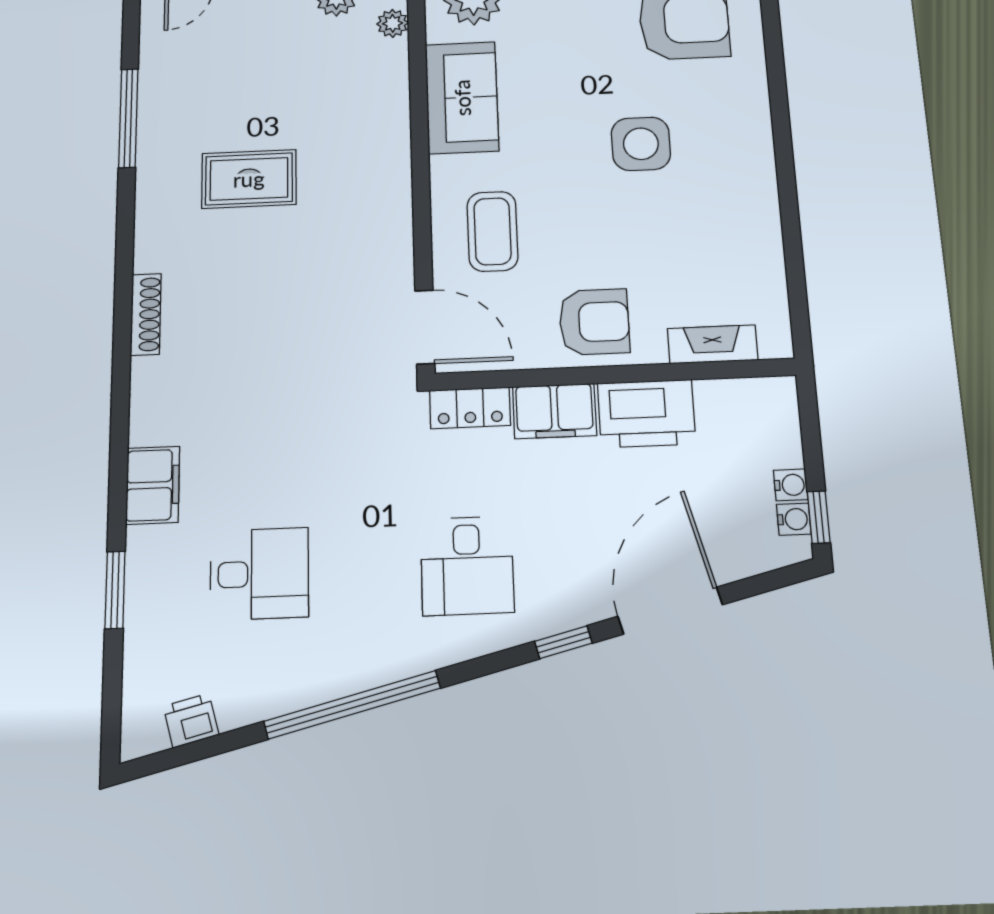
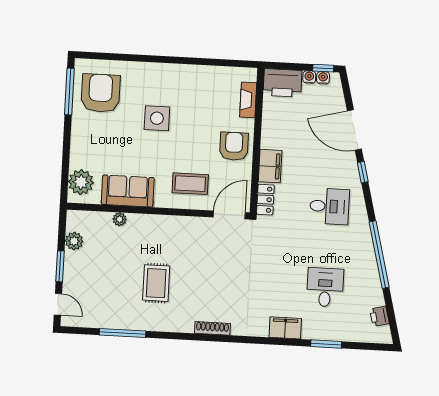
plant: (393, 23) -> (120, 219), moved
printer: (646, 414) -> (282, 83), moved, turned 90

